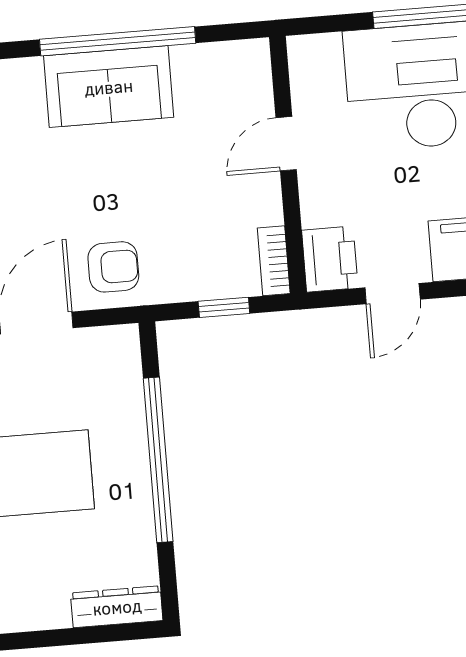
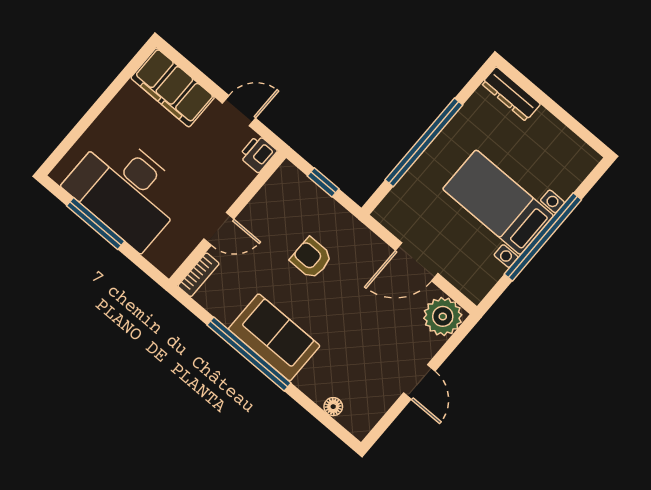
printer: (330, 259) -> (258, 154), width x0.73, depth x0.81
bookcase: (274, 261) -> (199, 275), moved
armchair: (113, 267) -> (311, 258), moved

